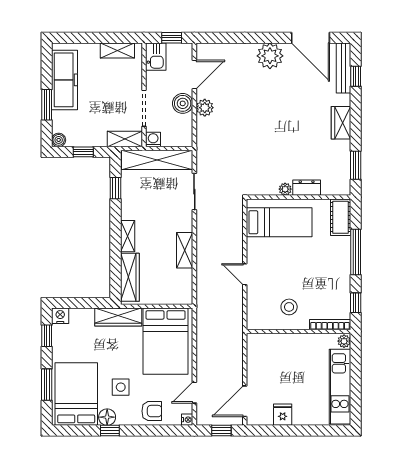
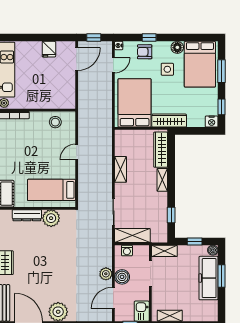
freezer: (65, 80) -> (208, 278), moved
washing machine: (153, 139) -> (127, 251), moved
shelving: (157, 160) -> (132, 236), width x0.68
dresser: (307, 188) -> (27, 215), width x1.44
plant: (285, 189) -> (51, 218), width x1.87, depth x1.87
door: (245, 274) -> (77, 152), swing flipped
stool: (289, 307) -> (55, 122), moved
window: (110, 430) -> (149, 38), moved

